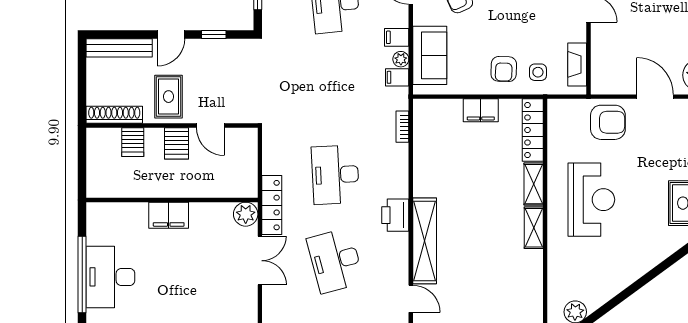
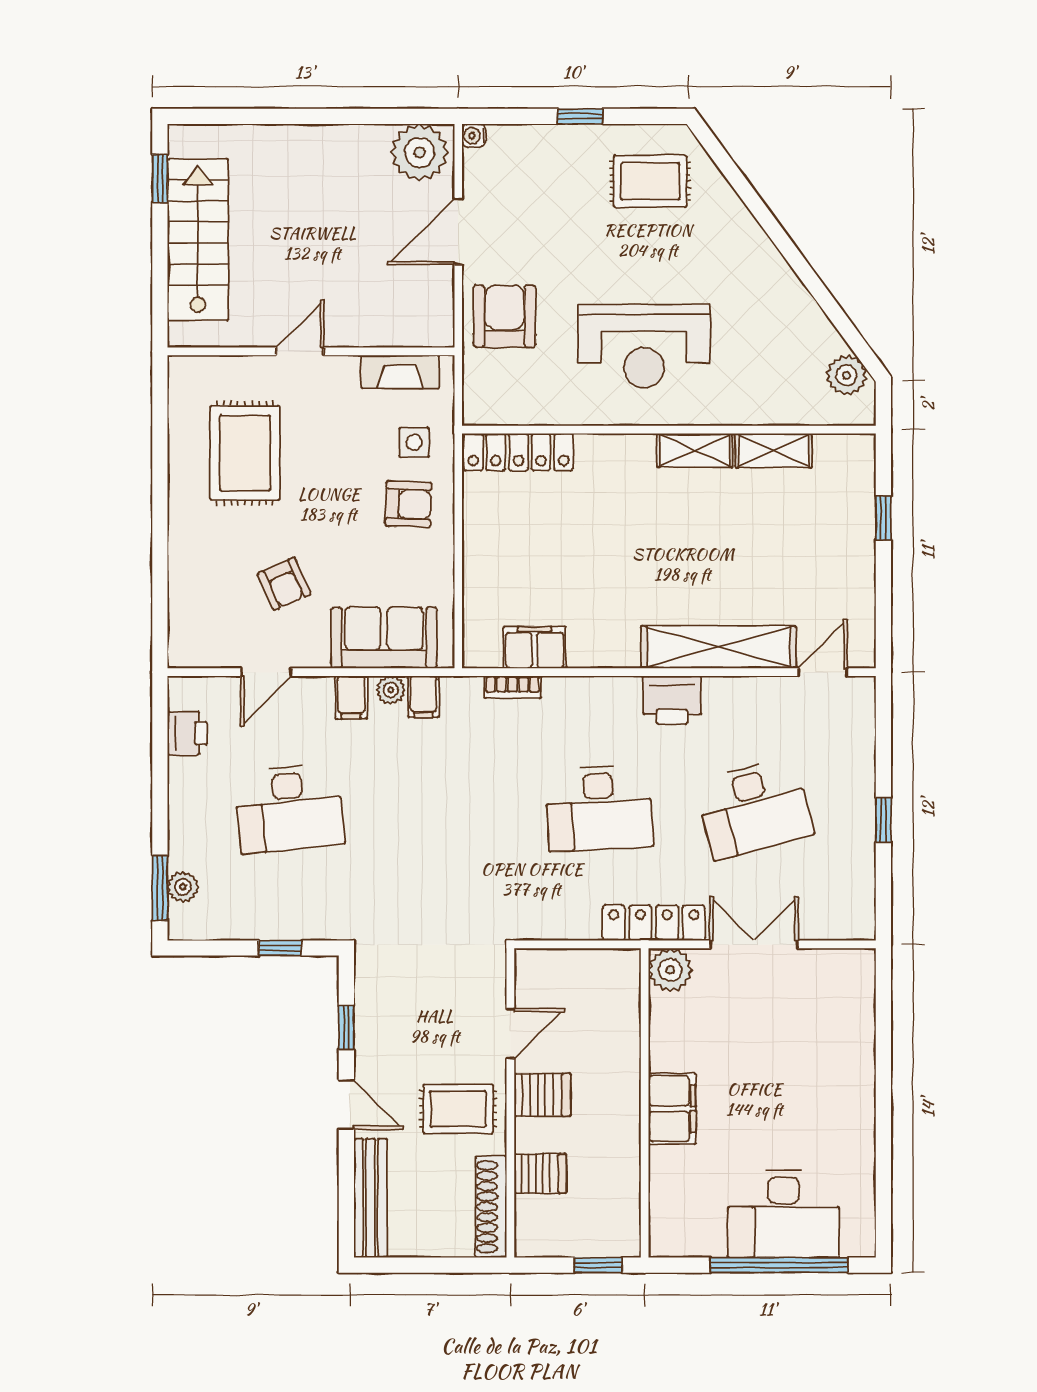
filing cabinet: (481, 110) -> (535, 647), moved, turned -90
window: (82, 174) -> (598, 1265), added
shelving: (534, 184) -> (774, 451), moved
reception desk: (591, 200) -> (644, 346), turned 180

